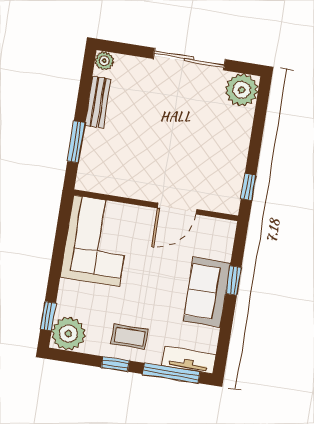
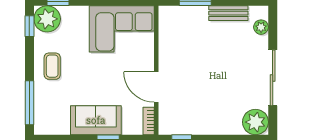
plant: (104, 61) -> (261, 27), moved
bookcase: (219, 225) -> (149, 121), added
tv unit: (189, 360) -> (42, 115), removed
window: (115, 364) -> (29, 26), moved

